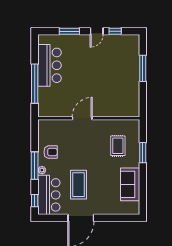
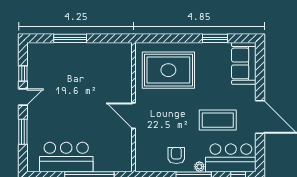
door: (97, 31) -> (23, 97), hinge flipped
rug: (118, 146) -> (168, 70), width x1.86, depth x2.06
window: (143, 153) -> (215, 38), moved
sofa: (130, 184) -> (244, 63), moved, turned 90

